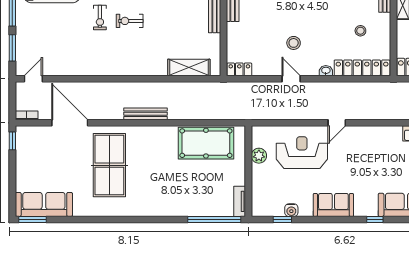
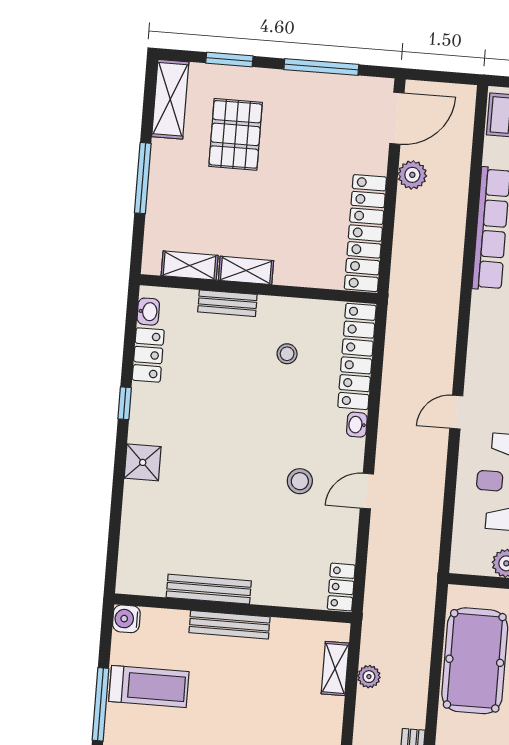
shelving: (189, 67) -> (335, 668), width x0.67, depth x0.75
plant: (193, 88) -> (369, 677), added
door: (337, 123) -> (456, 412), swing flipped

